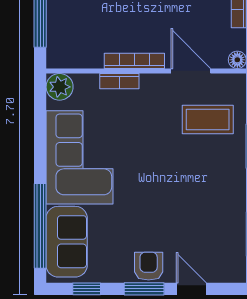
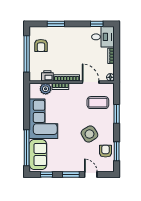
printer: (89, 56) -> (47, 76), added
plant: (60, 87) -> (46, 89), moved
side table: (188, 193) -> (89, 134), added
armchair: (149, 266) -> (105, 151), moved

